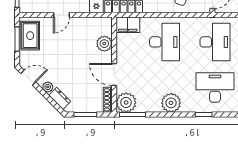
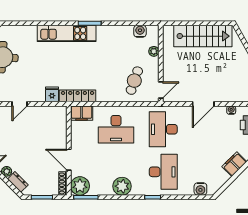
desk: (165, 42) -> (116, 129), turned 90
desk: (215, 42) -> (163, 129), turned 180
plant: (104, 44) -> (60, 131), removed
desk: (215, 87) -> (163, 172), turned 90

